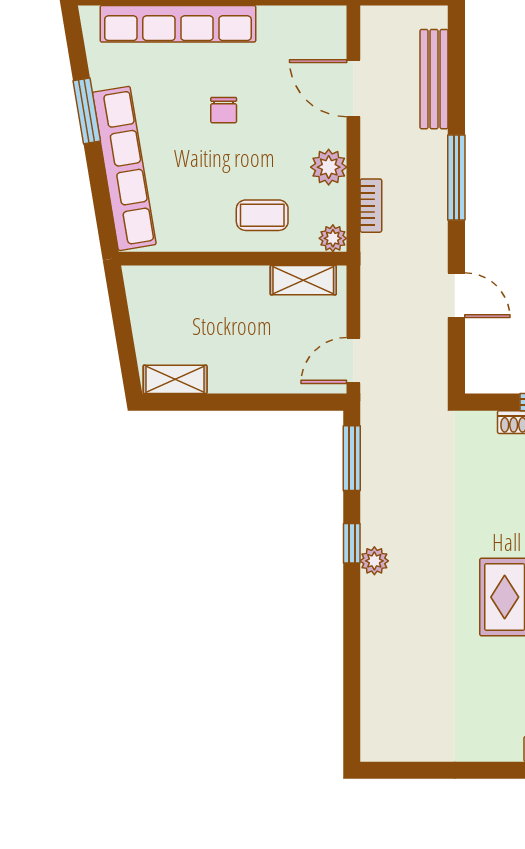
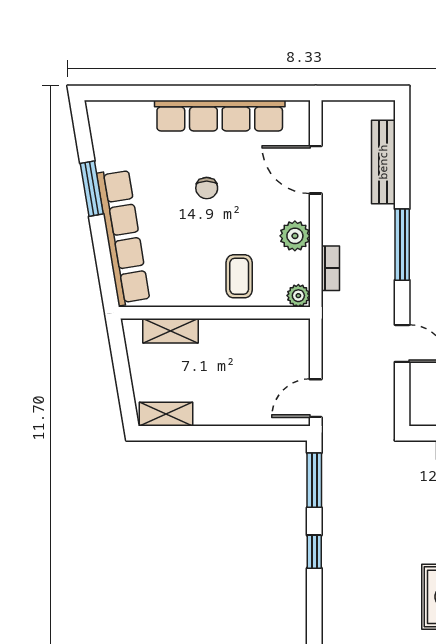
row of seats: (178, 24) -> (220, 116), moved
coffee table: (262, 215) -> (239, 276), turned 90
shelving: (303, 280) -> (171, 331), moved
plant: (374, 561) -> (333, 566), removed

